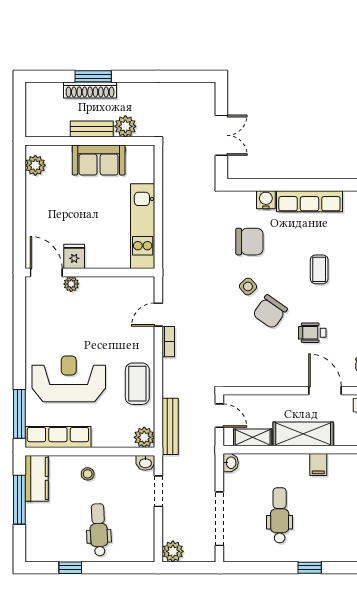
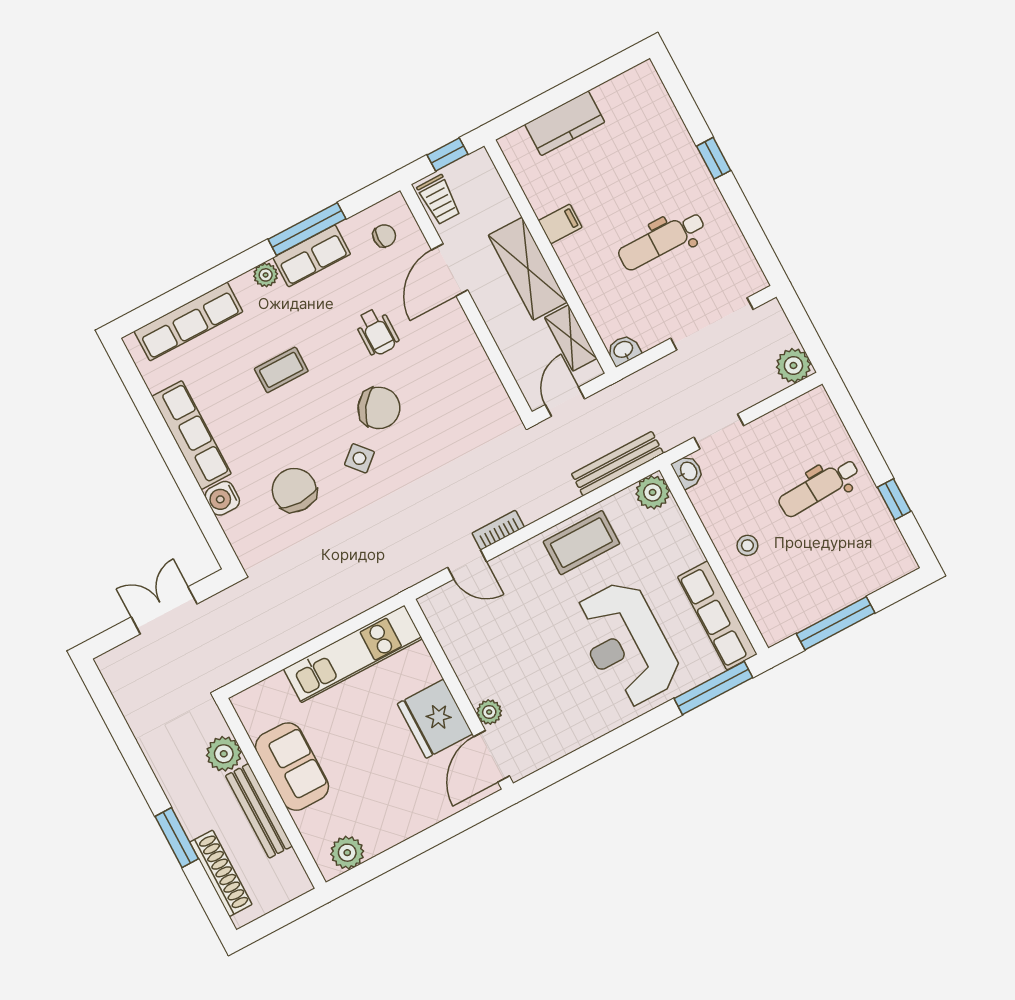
shoe rack: (90, 90) -> (221, 873), moved
bench: (92, 129) -> (259, 811), width x1.36
fridge: (74, 256) -> (435, 719), width x1.88, depth x1.34
kitchen counter: (37, 478) -> (792, 615), removed

